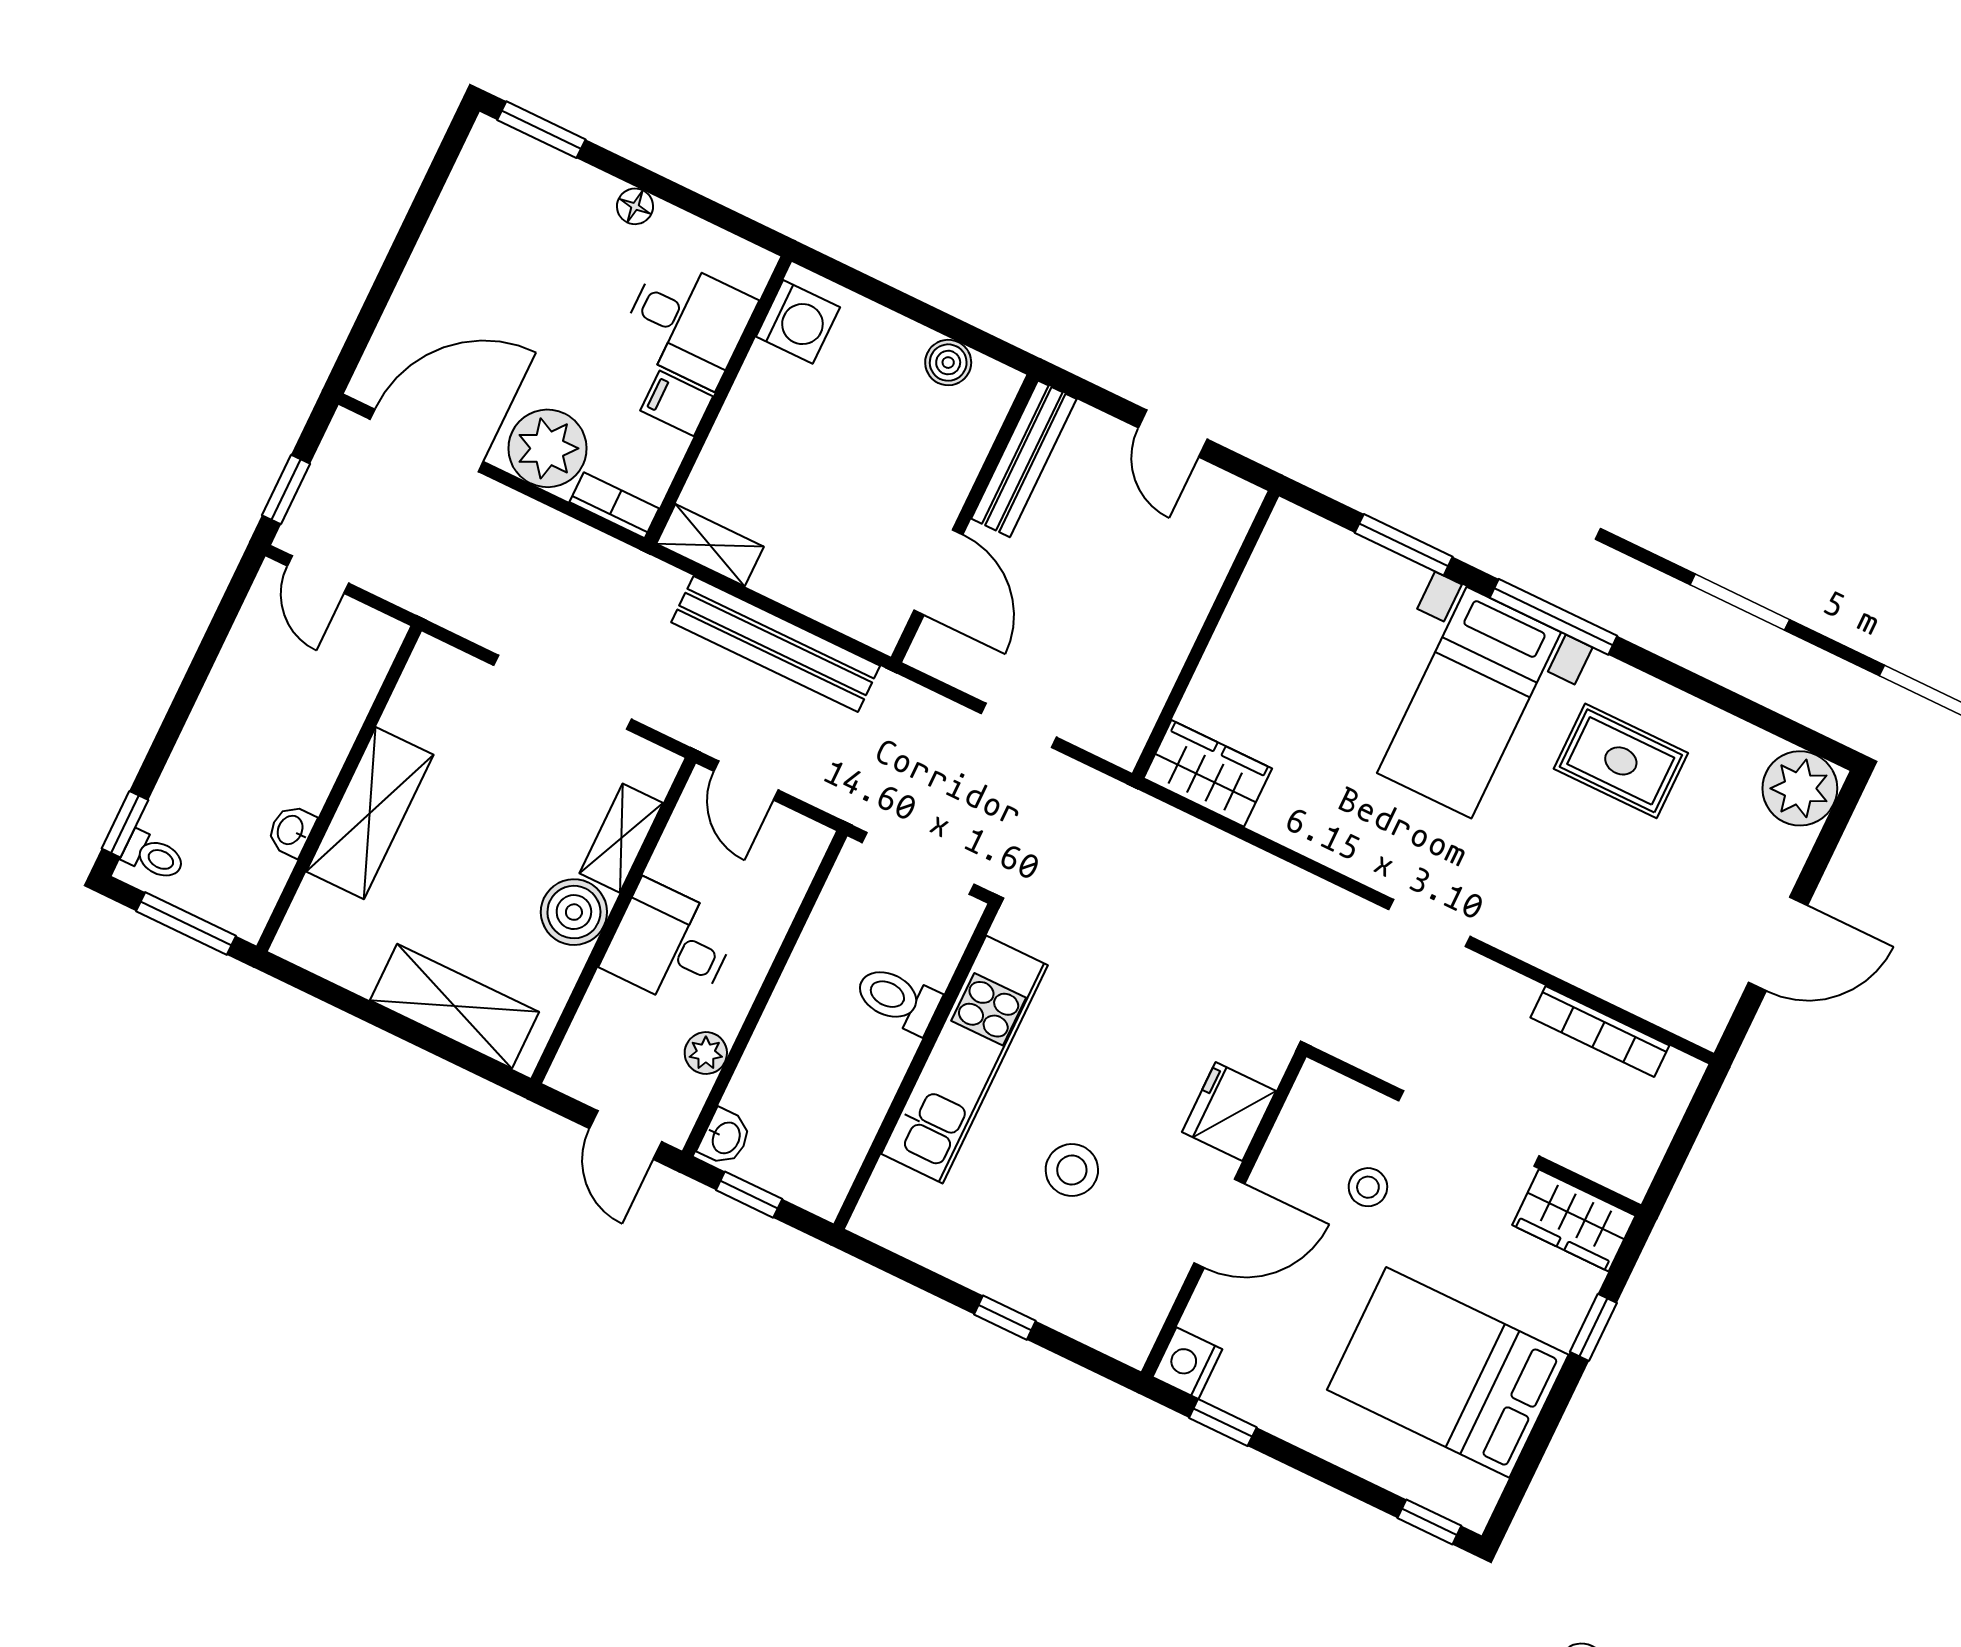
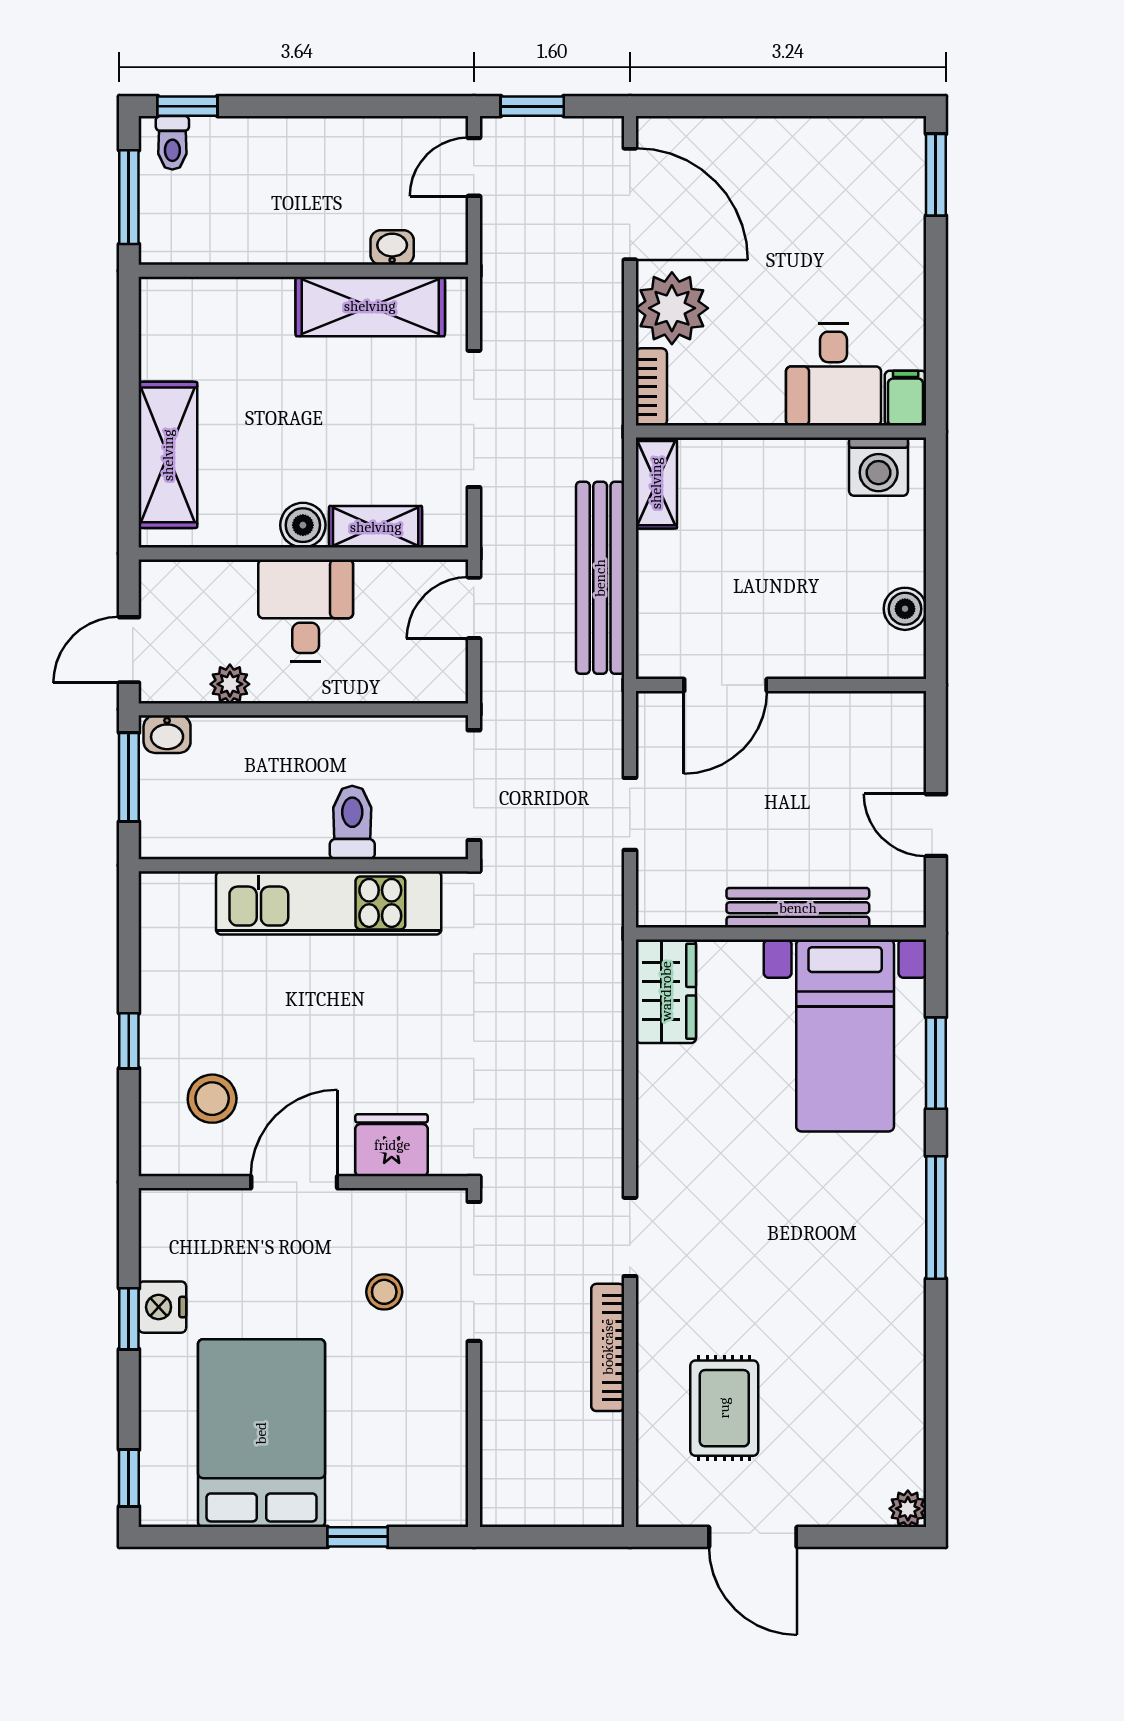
floor lamp: (635, 206) -> (910, 284), removed
filing cabinet: (677, 403) -> (906, 398), moved
door: (1173, 434) -> (936, 825), hinge flipped
bench: (1024, 459) -> (798, 908), moved
bed with nightstands: (1469, 703) -> (845, 1035), moved, turned -90
rug: (1621, 761) -> (724, 1408), moved
plant: (1800, 788) -> (908, 1509), width x0.53, depth x0.53
shelving: (370, 813) -> (370, 306), moved
washbasin: (291, 830) -> (392, 248), moved
boiler: (574, 912) -> (303, 525), width x0.73, depth x0.73
bookcase: (1600, 1032) -> (608, 1347), moved
doorway: (1469, 1128) -> (474, 1271), moved
stool: (1072, 1170) -> (212, 1099), moved
window: (749, 1195) -> (129, 777), width x1.50
wardrobe: (1574, 1220) -> (439, 1477), removed
door: (1219, 1223) -> (294, 1182), swing flipped
nightstand: (1187, 1363) -> (162, 1307), moved, turned -90
window: (1223, 1423) -> (129, 1319), moved

